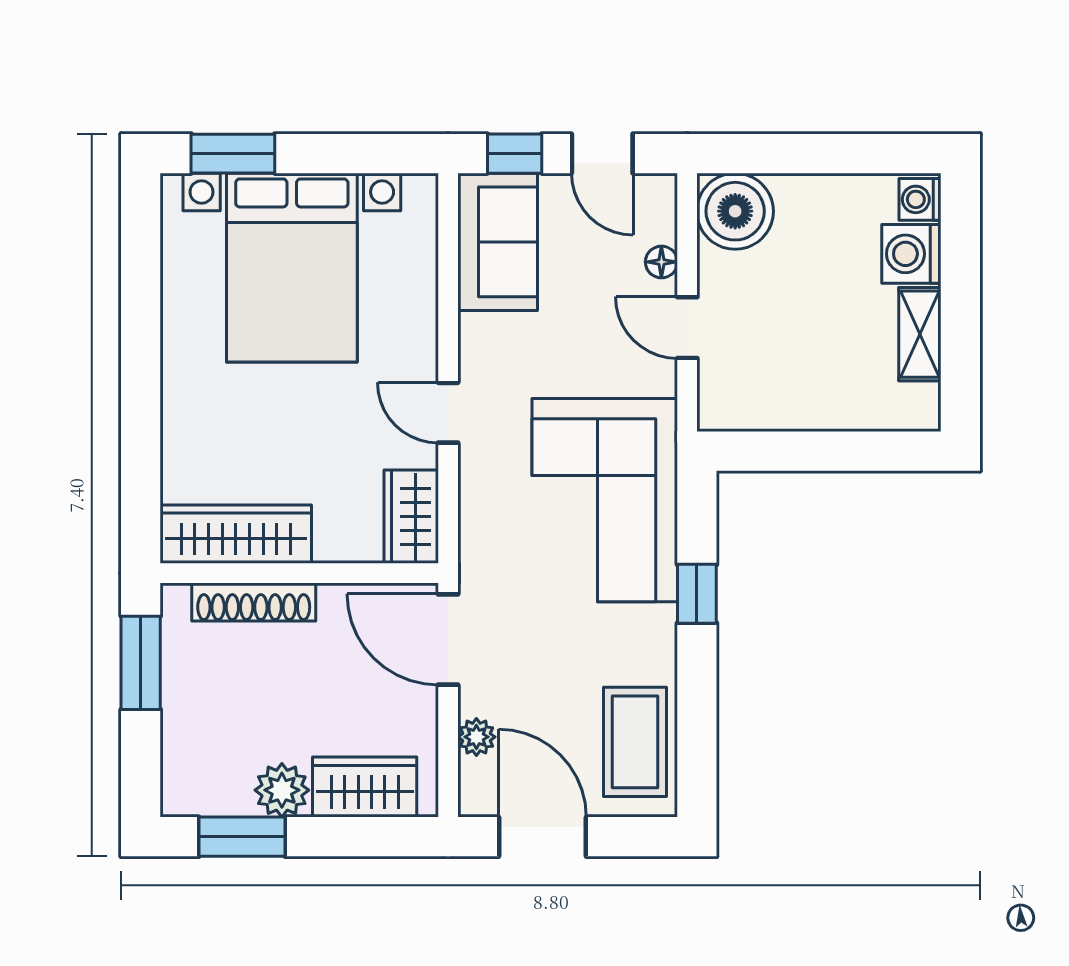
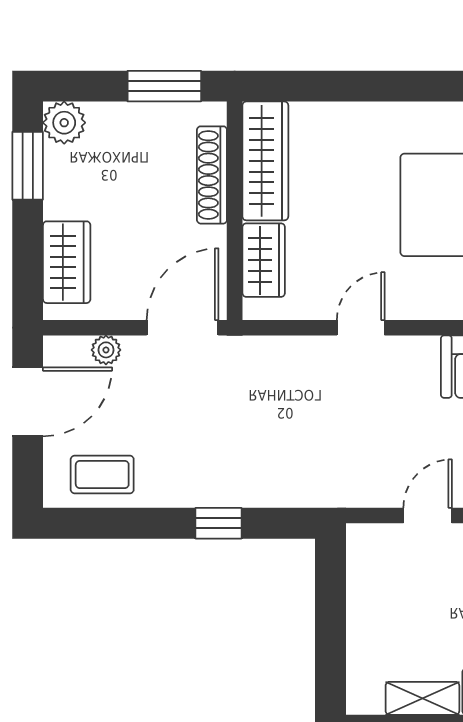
corner sofa: (605, 500) -> (292, 451), removed
wardrobe: (411, 517) -> (264, 260), moved, turned 90
coffee table: (635, 742) -> (102, 475), width x0.73, depth x0.77
plant: (282, 790) -> (64, 123), moved

